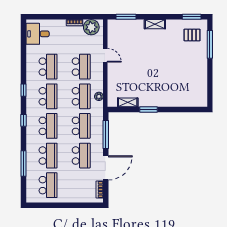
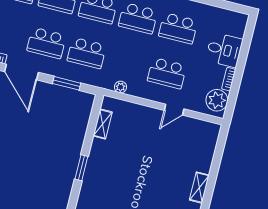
window: (126, 17) -> (219, 151), removed
desk: (38, 34) -> (224, 50), moved, turned 90
school desk: (81, 96) -> (127, 63), removed
window: (148, 110) -> (81, 168), moved
window: (106, 135) -> (67, 83), width x0.69

